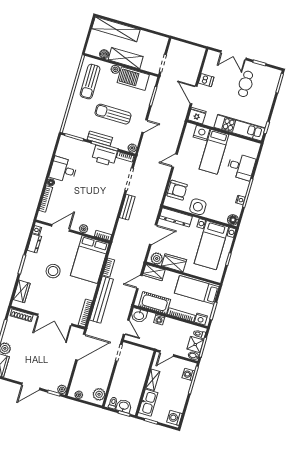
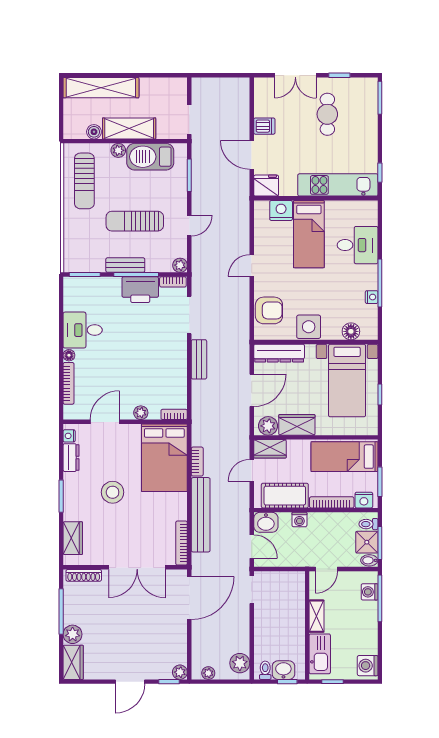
floor lamp: (233, 220) -> (351, 331), moved

